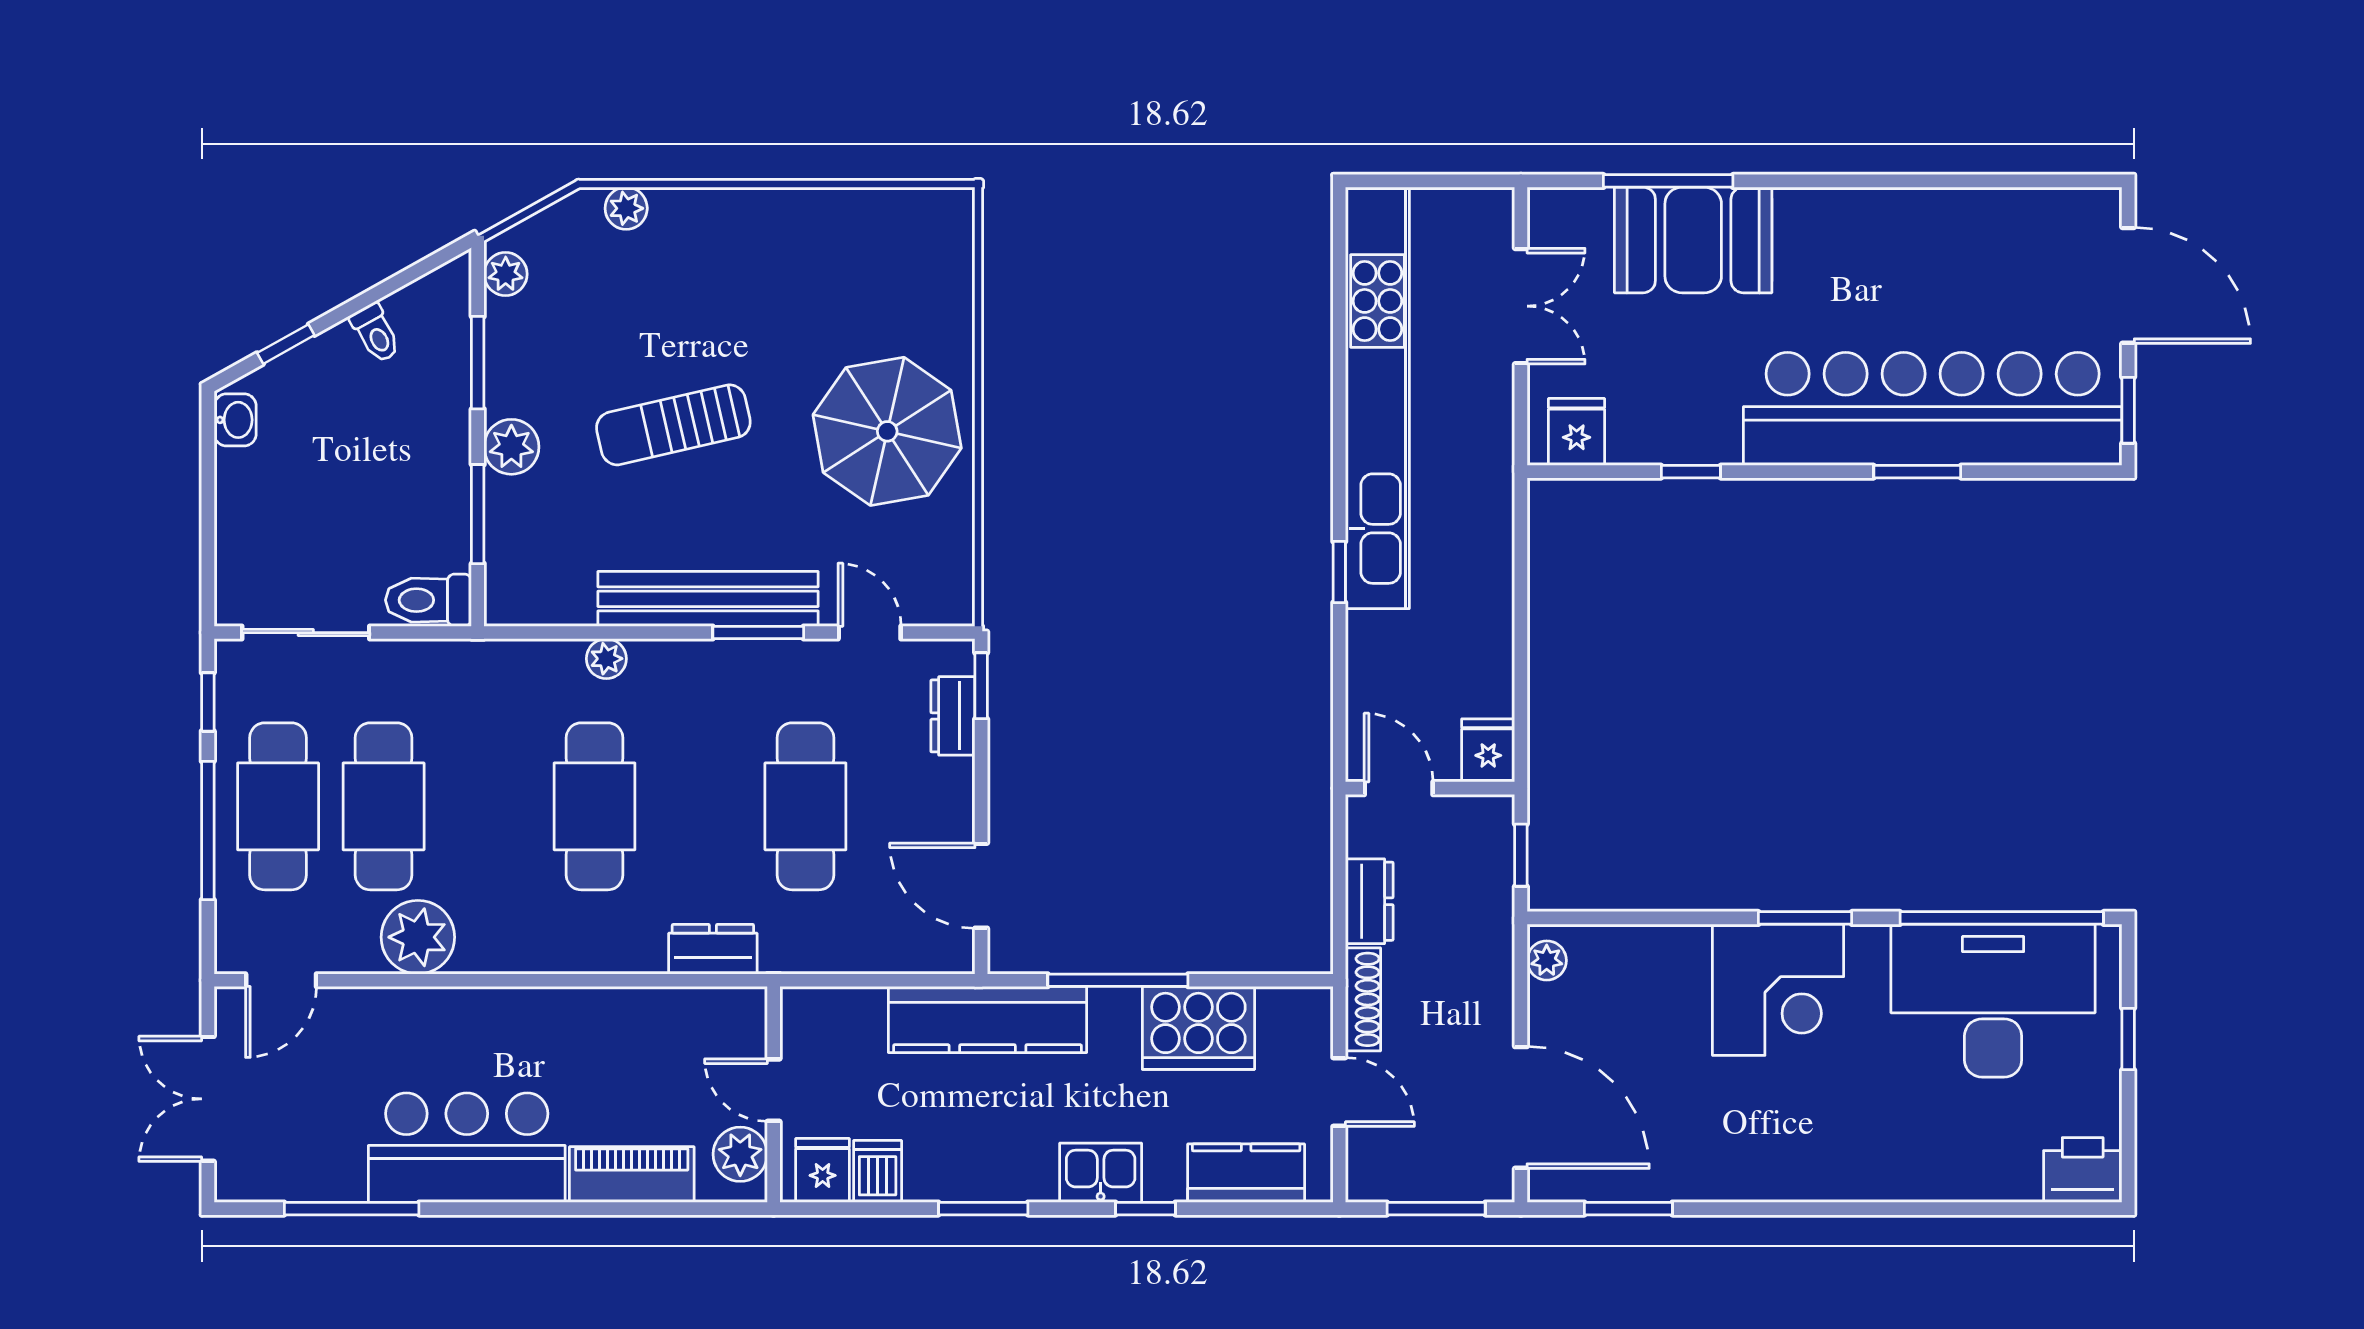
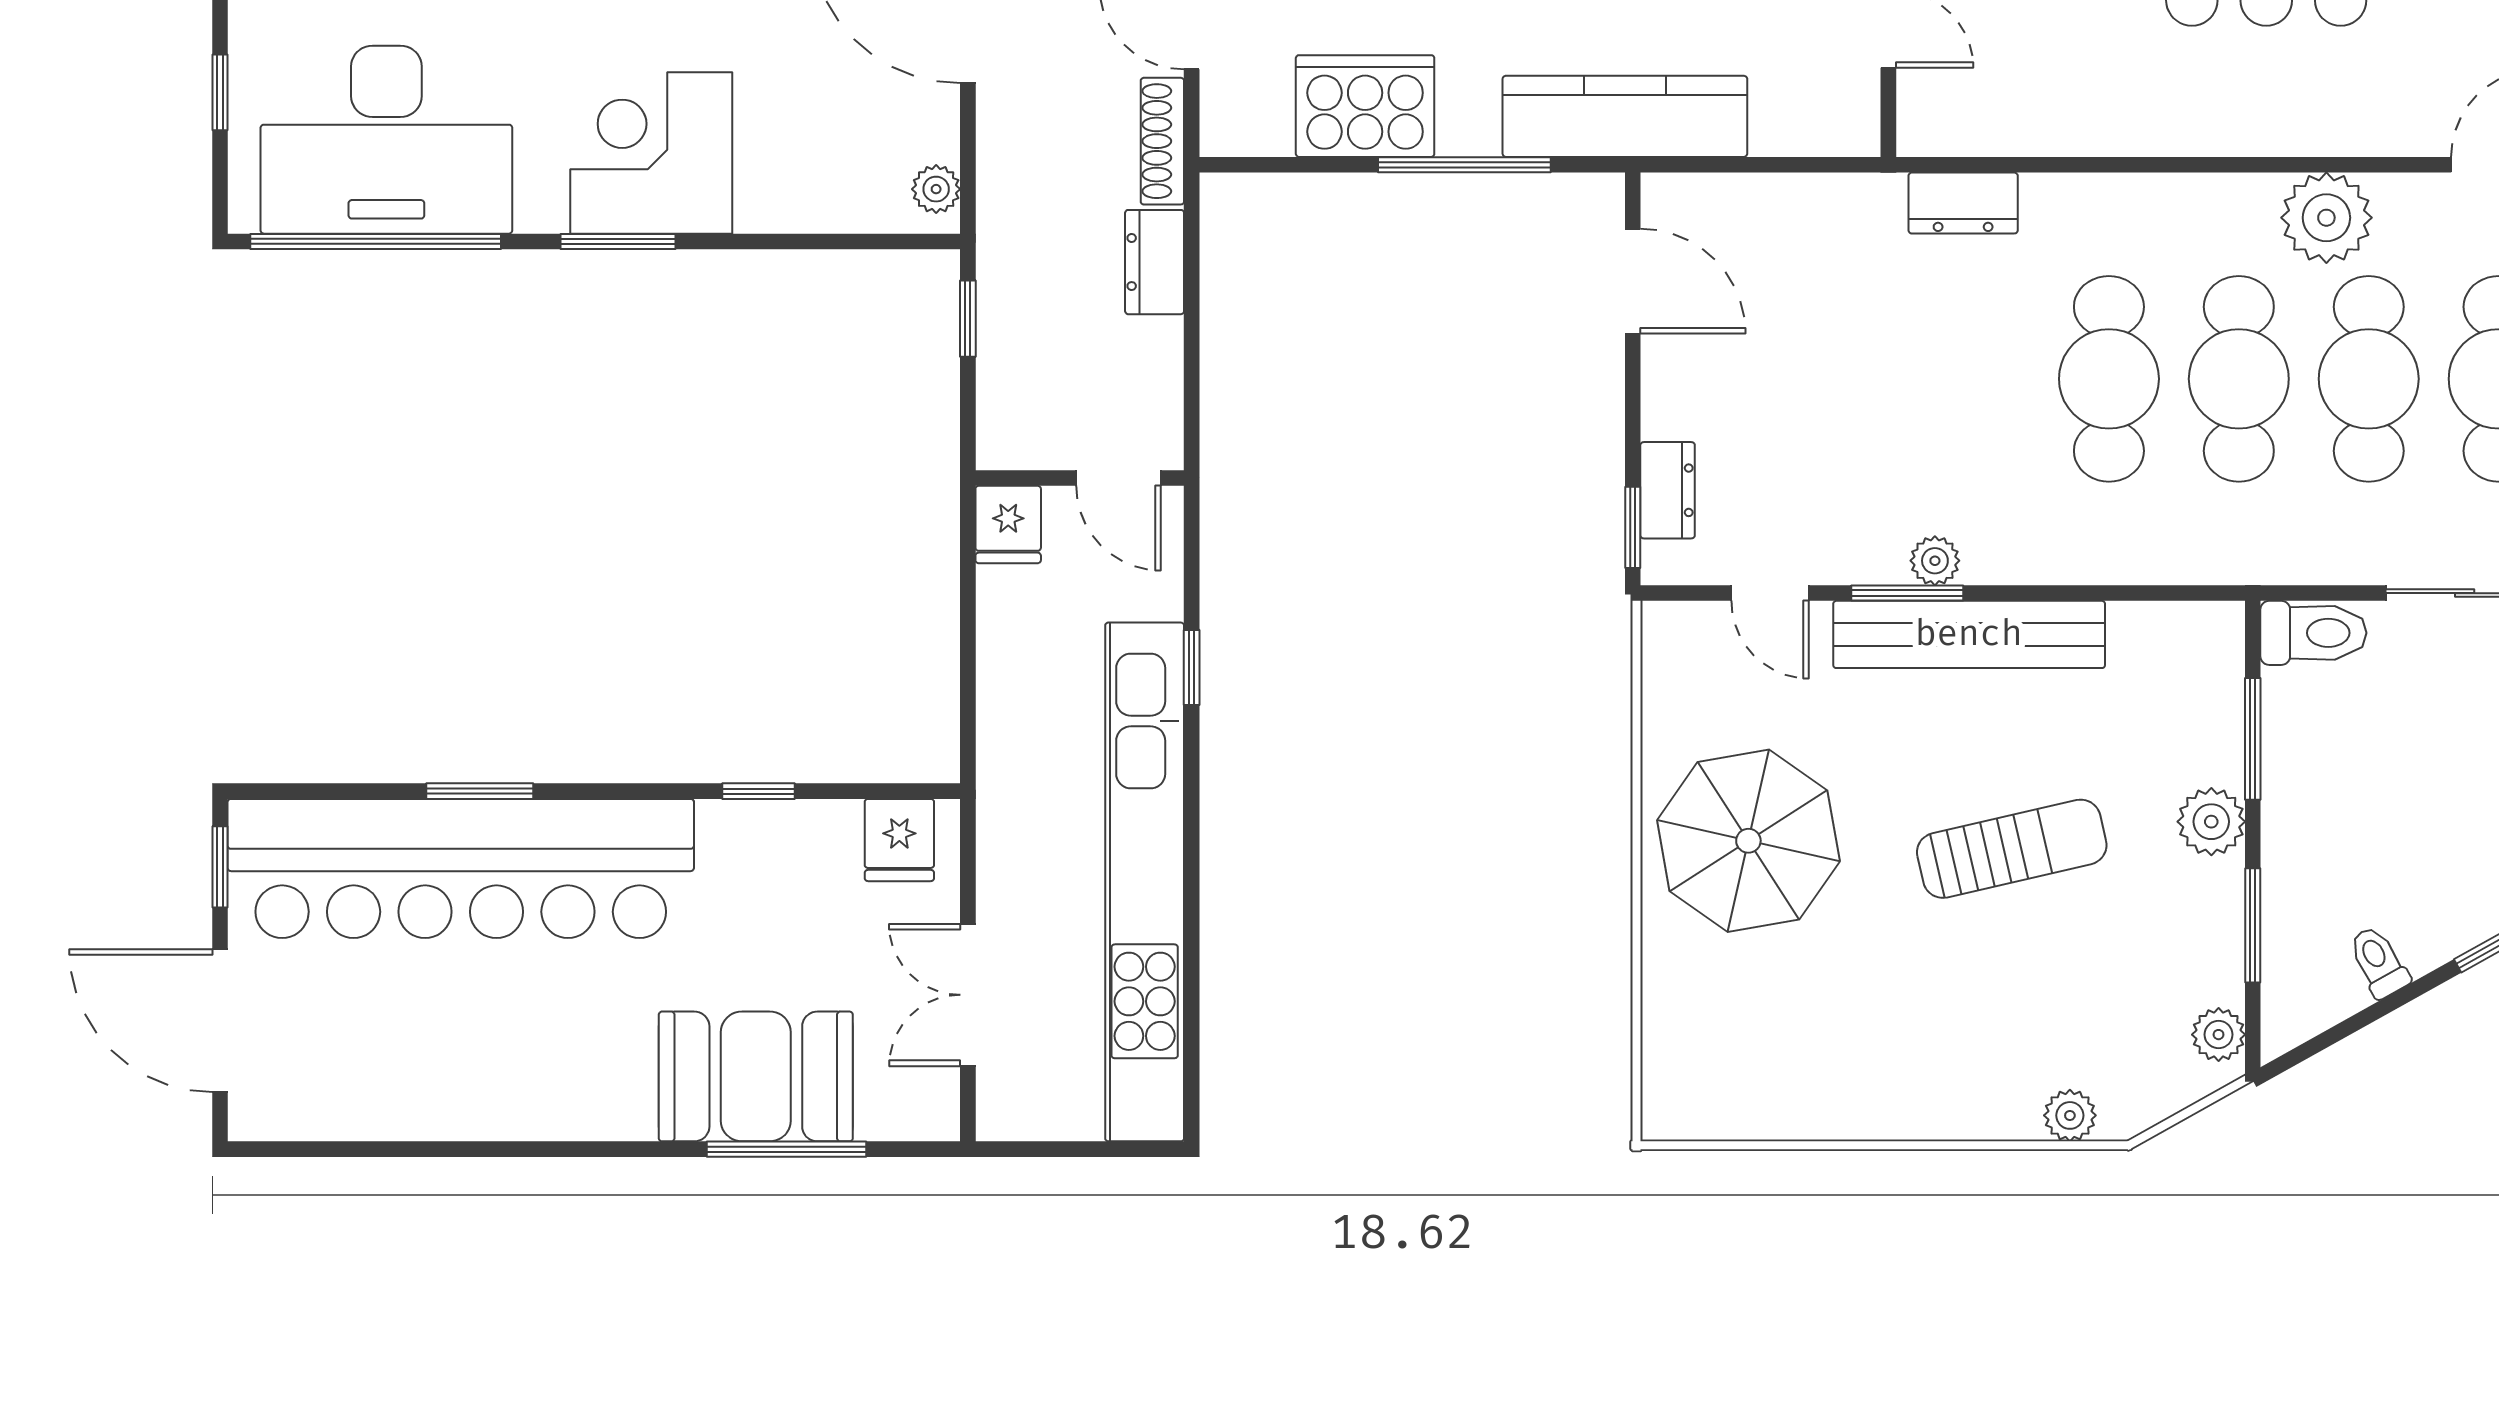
plant: (606, 659) -> (1935, 561), moved
fridge: (1488, 750) -> (1008, 524), moved
door: (1399, 788) -> (1119, 478), moved
wall: (1430, 788) -> (1080, 478), moved
cafe table: (805, 806) -> (2239, 379), moved

